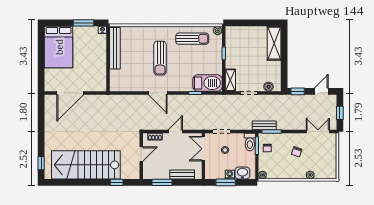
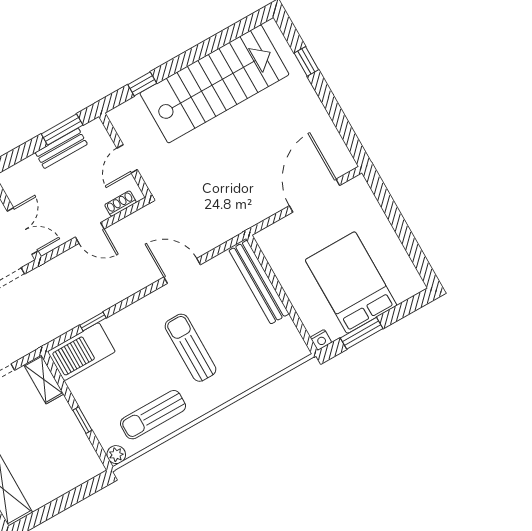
bed: (59, 47) -> (351, 283), moved
bench: (115, 48) -> (259, 282), moved
door: (158, 93) -> (182, 271), moved
door: (175, 132) -> (90, 233), hinge flipped
window: (41, 163) -> (306, 61), moved
bench: (182, 174) -> (61, 148), moved

